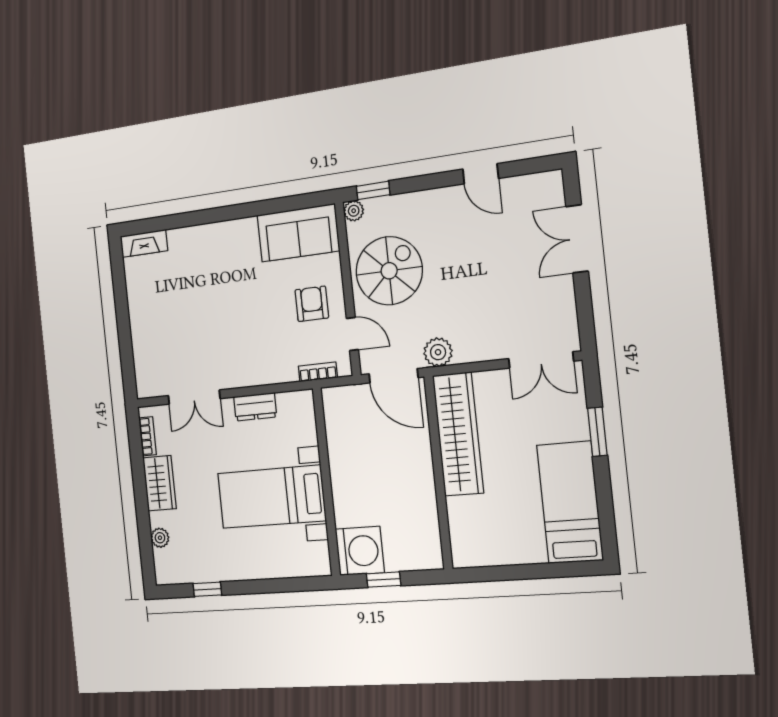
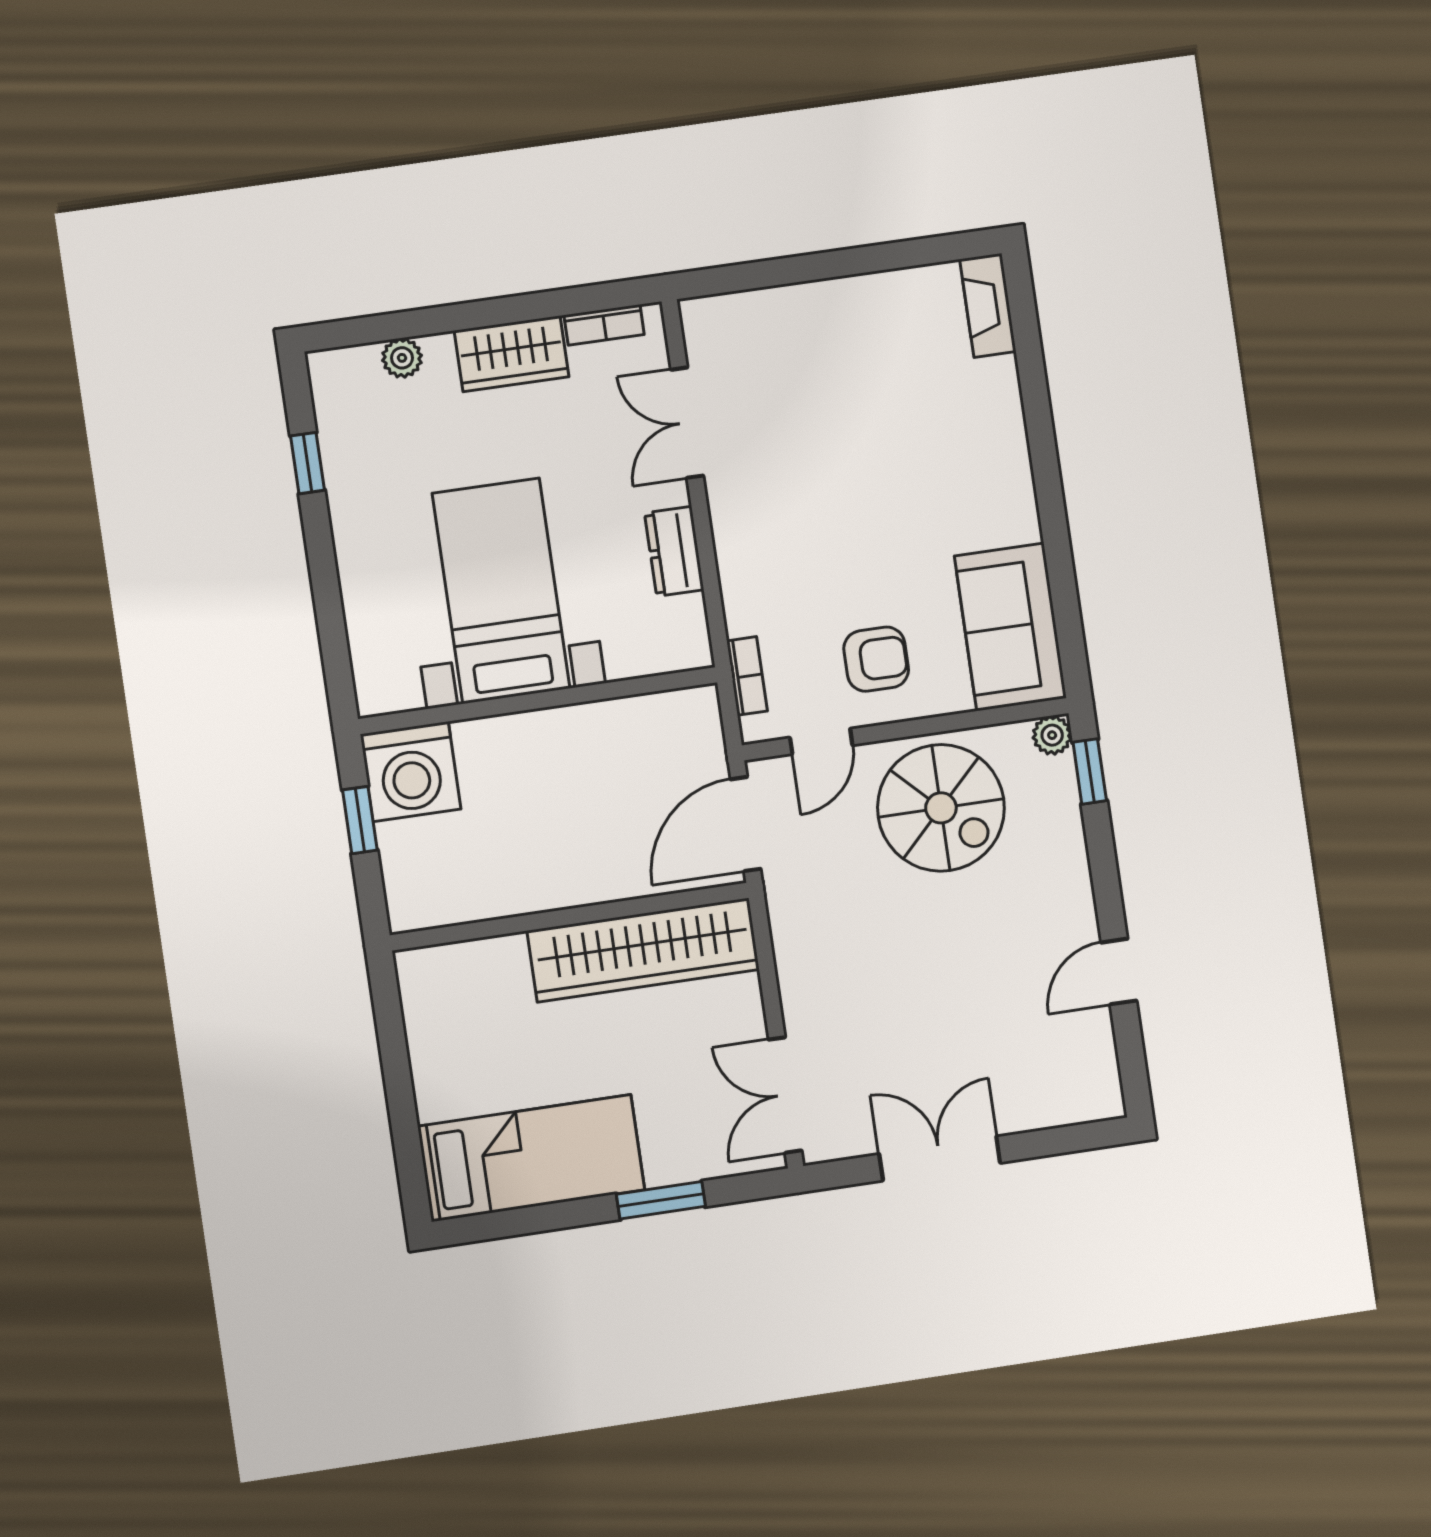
double door: (577, 239) -> (940, 1158), moved
plant: (438, 352) -> (793, 907), removed

